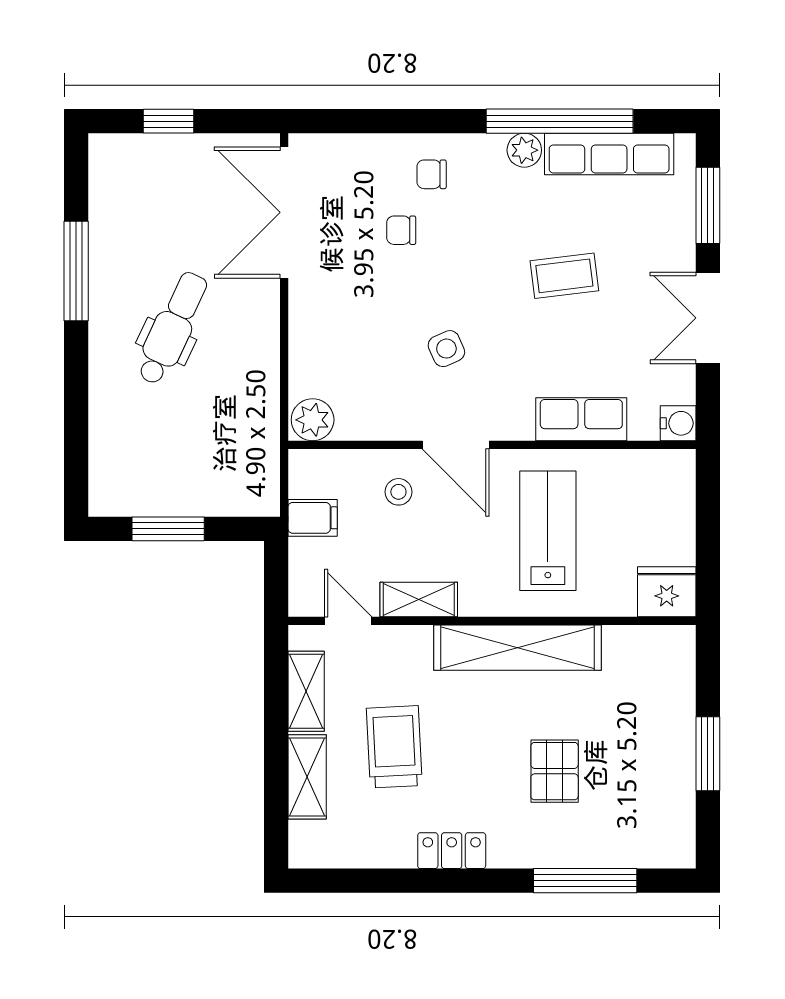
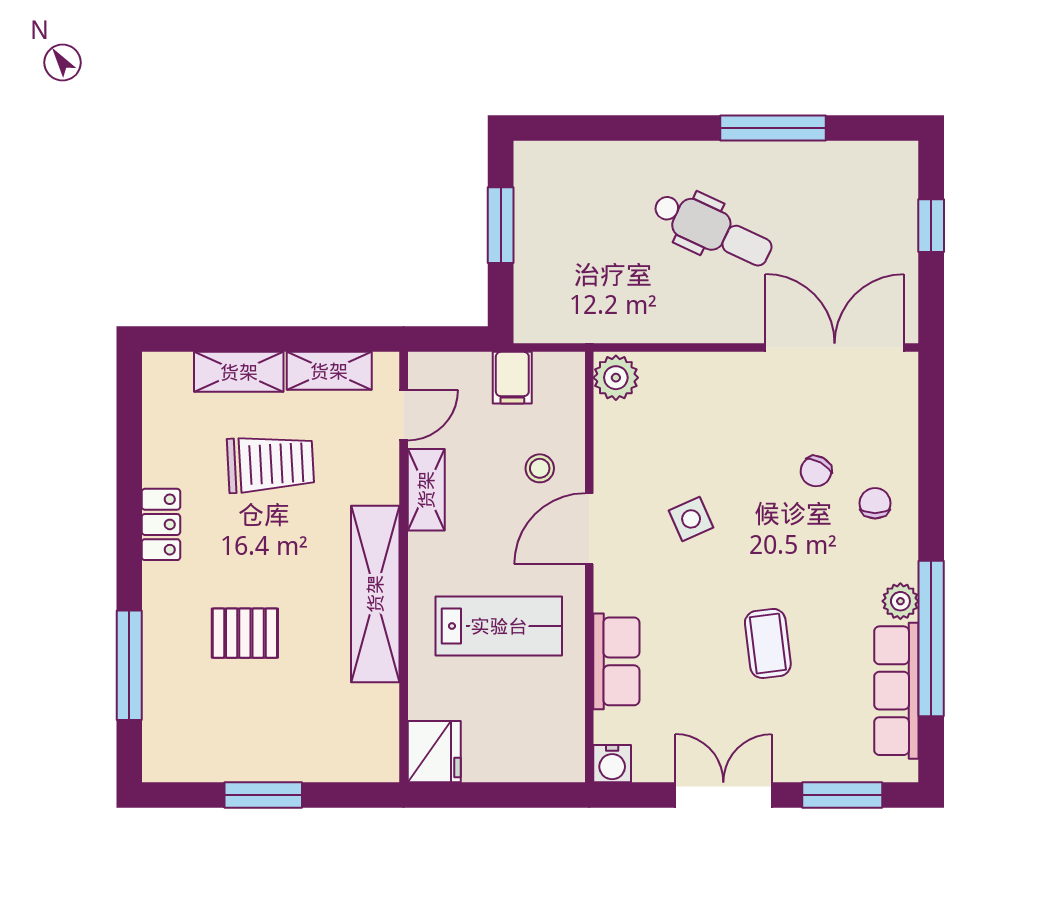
chair: (401, 230) -> (816, 471), turned -151

